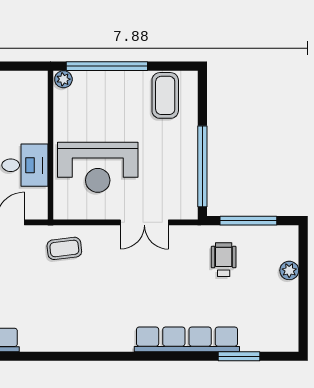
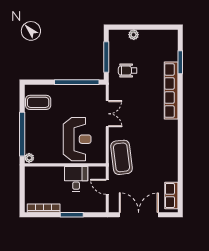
coffee table: (64, 248) -> (121, 157), width x1.86, depth x1.72

